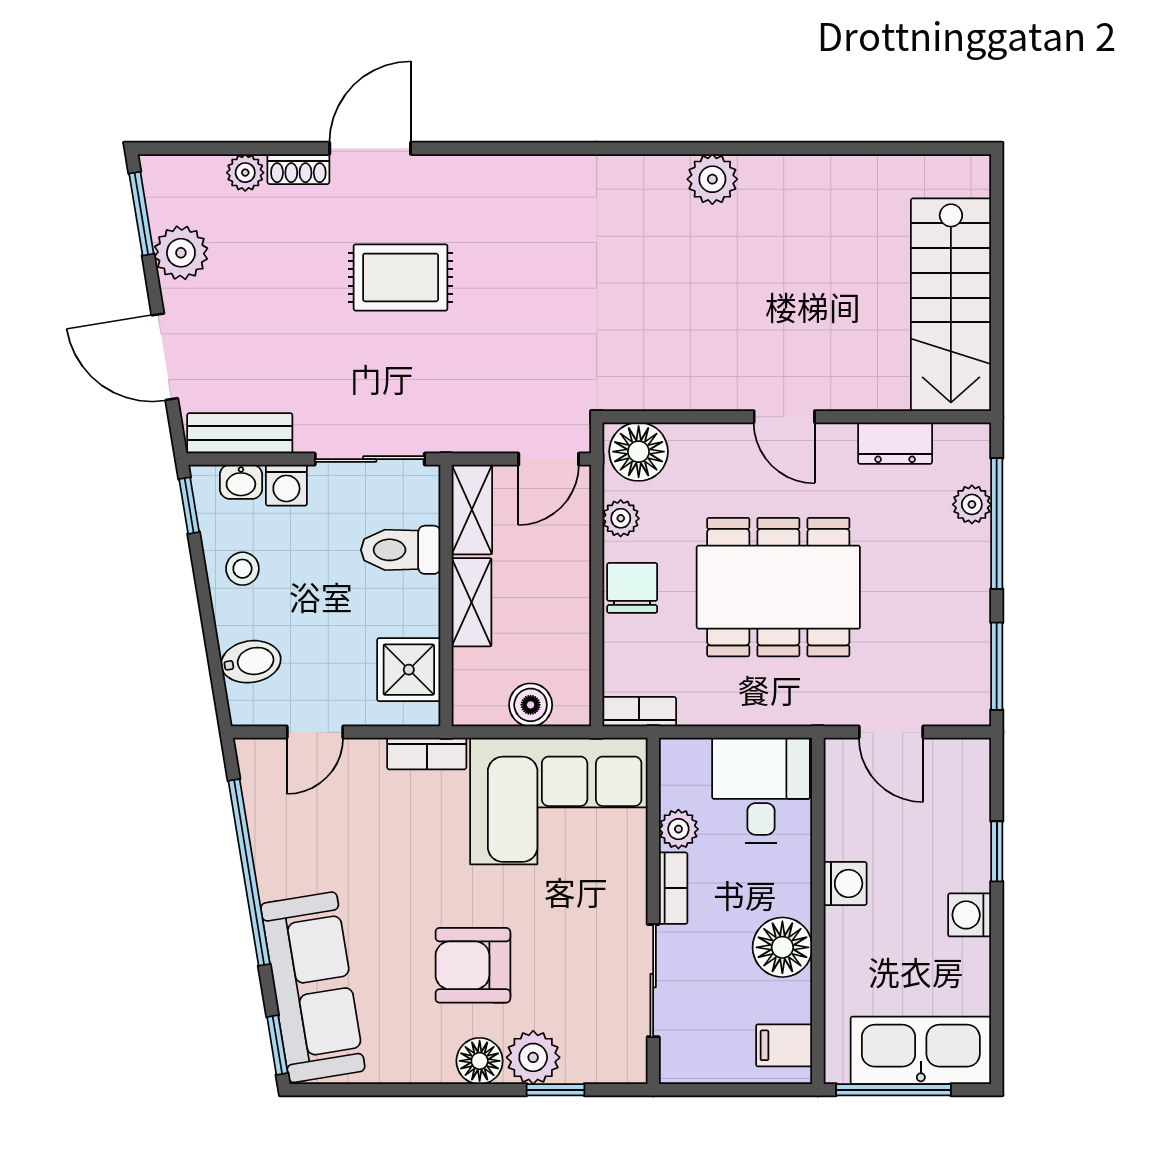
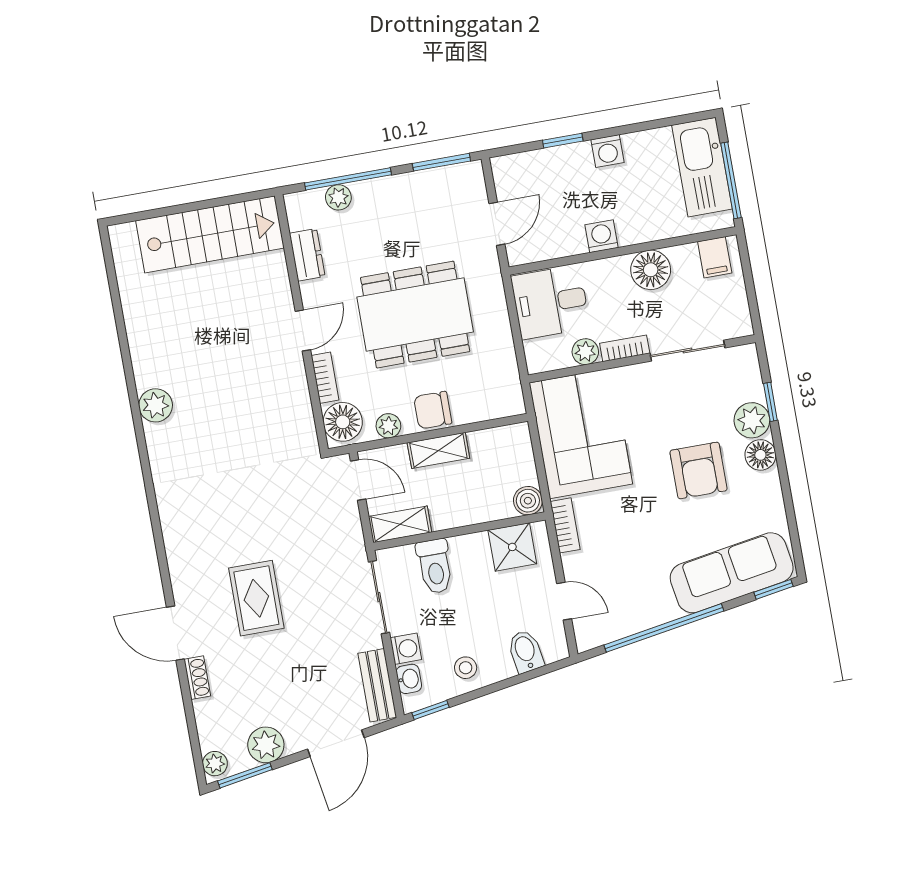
plant: (245, 173) -> (215, 764), moved
dining table: (778, 587) -> (415, 315), turned 90
shelving: (472, 602) -> (438, 450), moved
boiler: (531, 705) -> (528, 501), moved
bookcase: (639, 712) -> (325, 378), moved, turned 180

